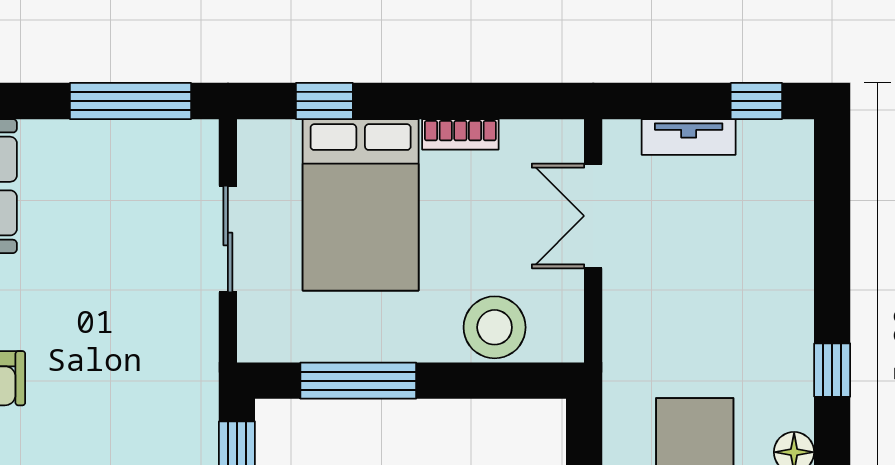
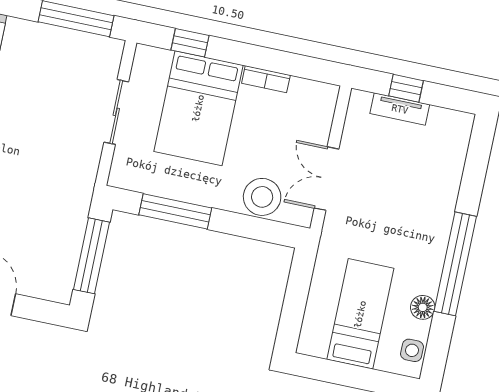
window: (756, 101) -> (406, 88), moved
double door: (593, 216) -> (327, 179), moved
window: (832, 370) -> (455, 264), width x3.17

